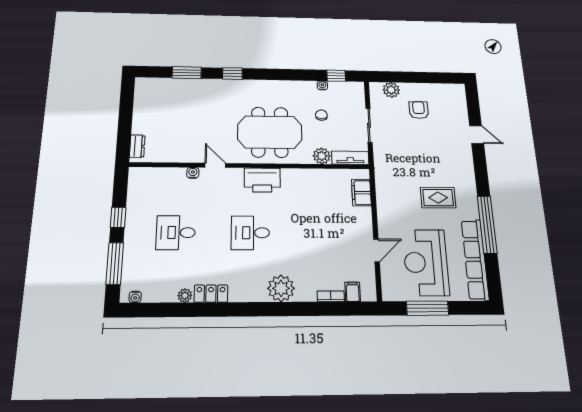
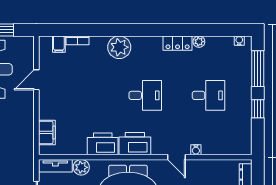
printer: (298, 180) -> (103, 144), added

